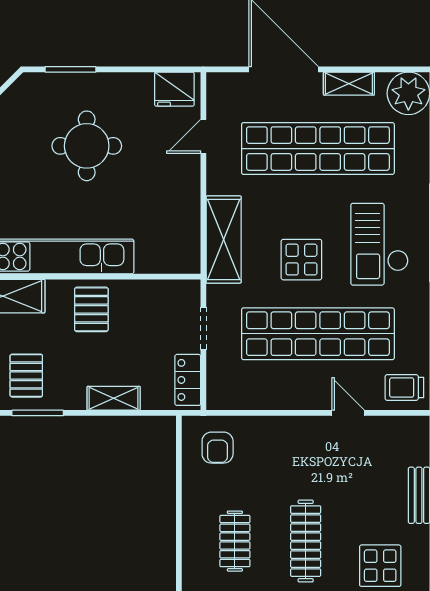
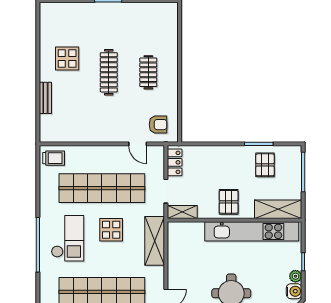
shelving: (114, 398) -> (182, 212), moved
door: (348, 413) -> (138, 144), moved
armchair: (218, 448) -> (158, 125), turned 90

